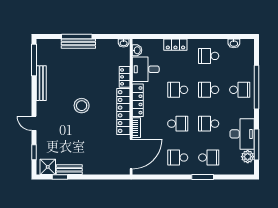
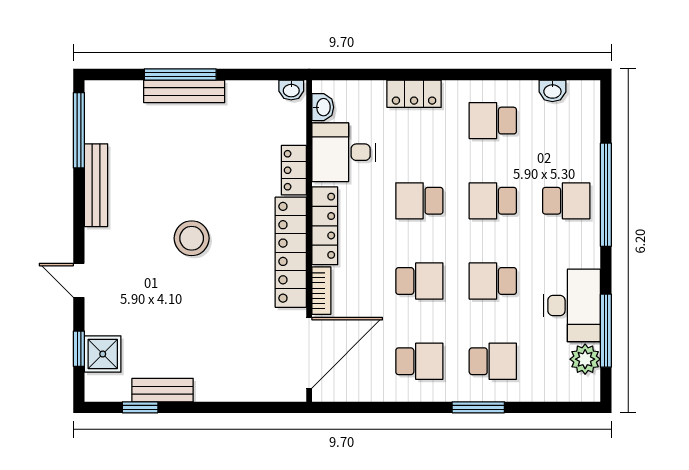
school desk: (178, 157) -> (419, 361), turned 180
shower: (48, 167) -> (103, 354), moved

